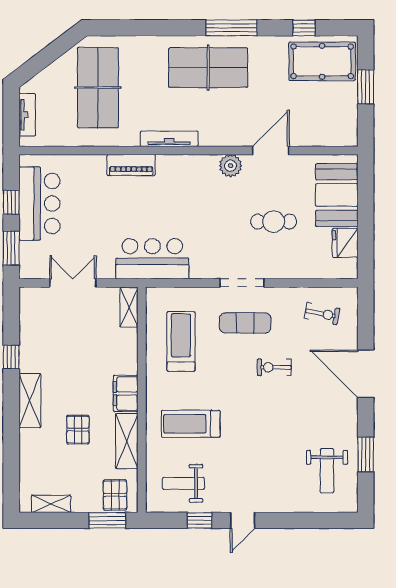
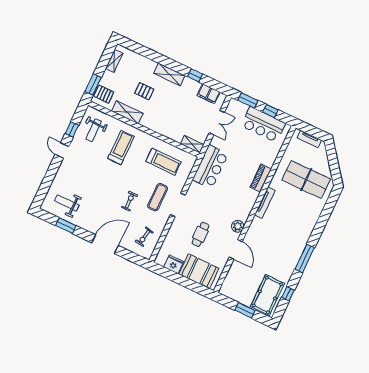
table tennis table: (208, 68) -> (291, 238), removed
filing cabinet: (126, 394) -> (209, 94), moved, turned 180
weight bench: (183, 483) -> (94, 130), turned 180

